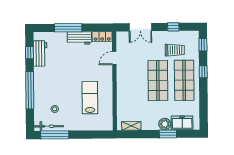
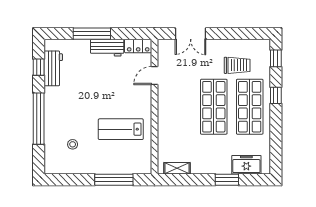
window: (173, 27) -> (235, 34), removed
lab bench: (90, 98) -> (121, 129), turned -90
plant: (165, 124) -> (223, 166), removed
bicycle: (49, 126) -> (64, 168), removed
window: (55, 135) -> (114, 180), moved

